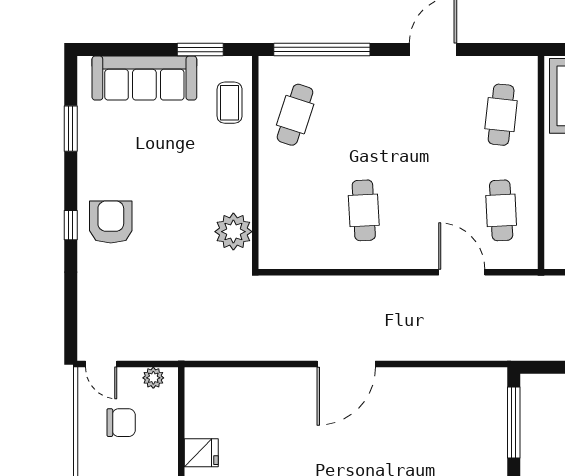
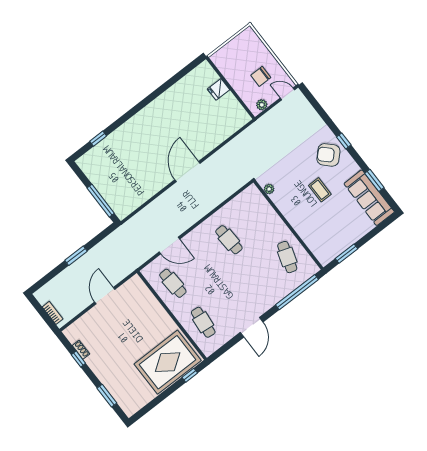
sofa: (144, 78) -> (369, 198), moved, turned -90
coffee table: (230, 103) -> (320, 190), moved
armchair: (111, 222) -> (328, 155), turned 135
plant: (233, 232) -> (269, 189), width x0.53, depth x0.53

